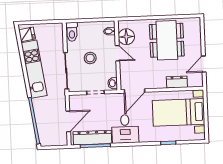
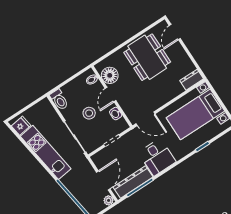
door: (117, 53) -> (111, 95), swing flipped
door: (204, 64) -> (175, 32), moved
dresser: (177, 82) -> (192, 80), moved
washbasin: (113, 83) -> (116, 114), moved
door: (134, 91) -> (145, 119), hinge flipped
plant: (63, 141) -> (109, 200), added

